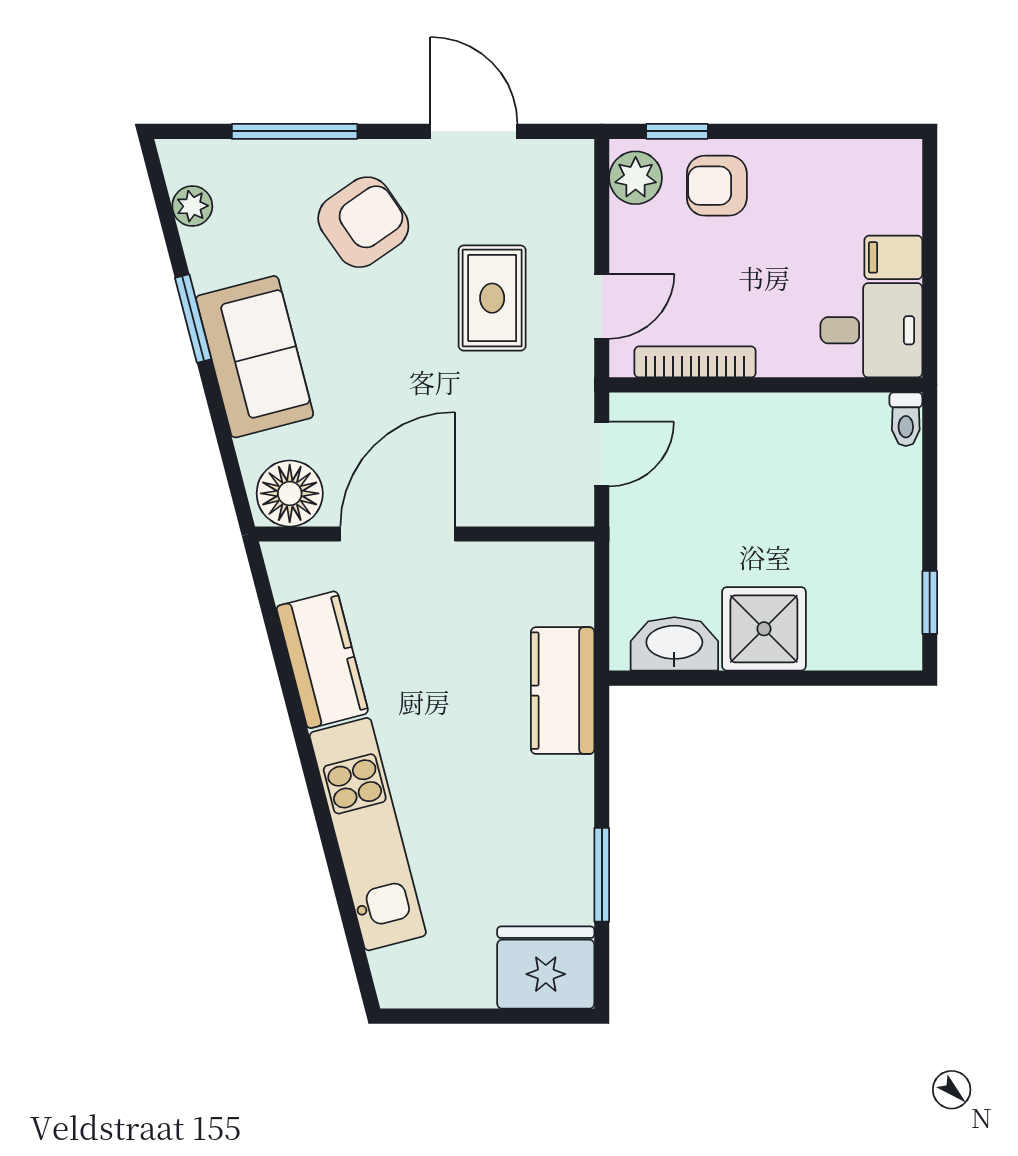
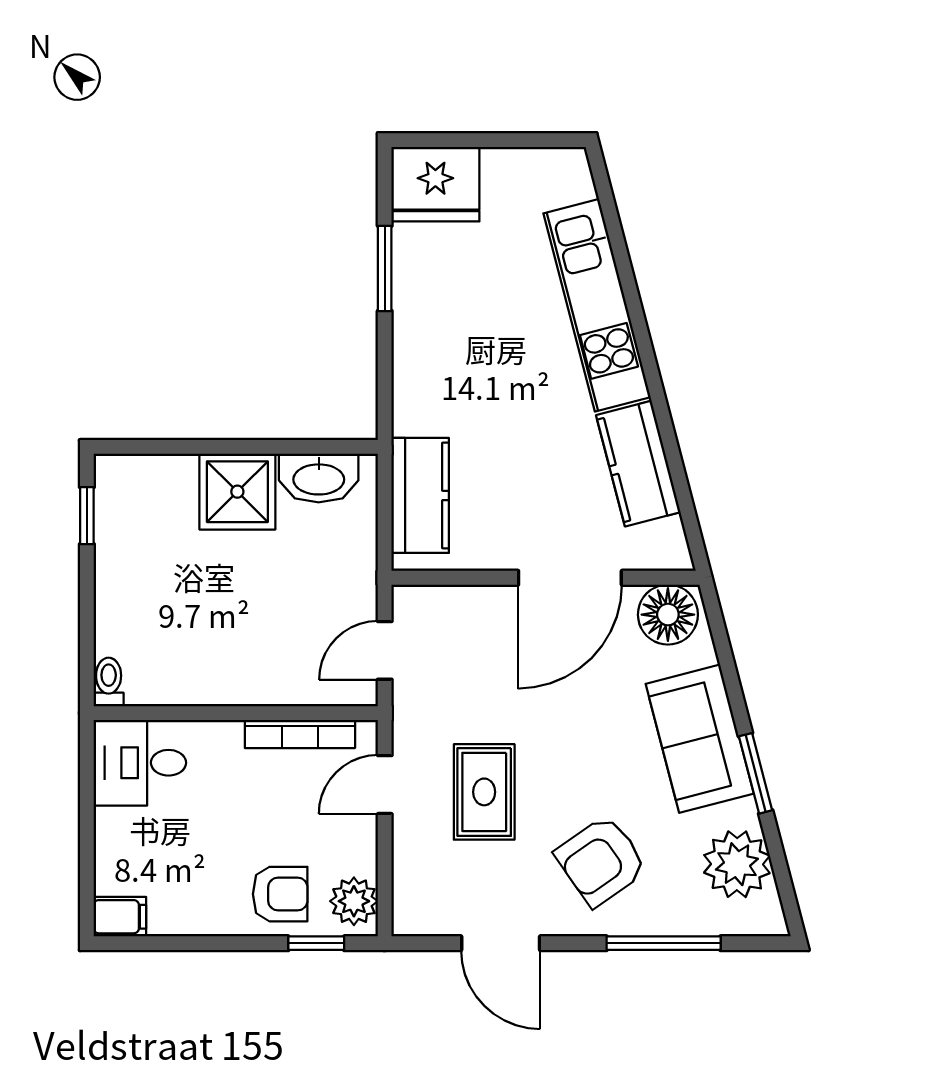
plant: (192, 206) -> (737, 864), width x1.87, depth x1.87
filing cabinet: (893, 257) -> (120, 917), moved
kitchen counter: (563, 691) -> (420, 495), moved

